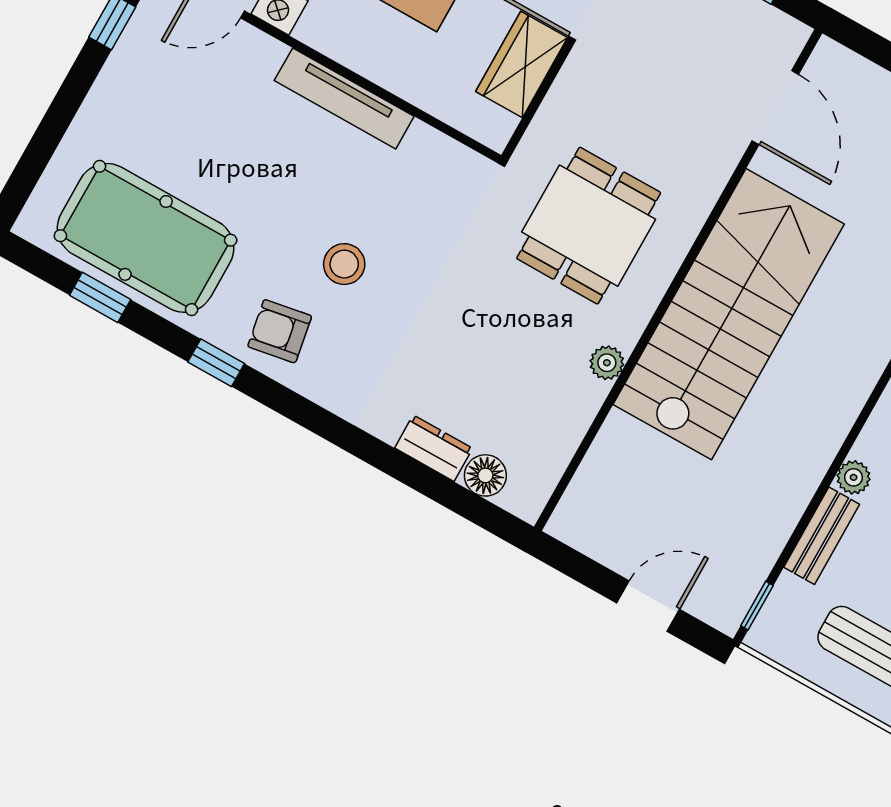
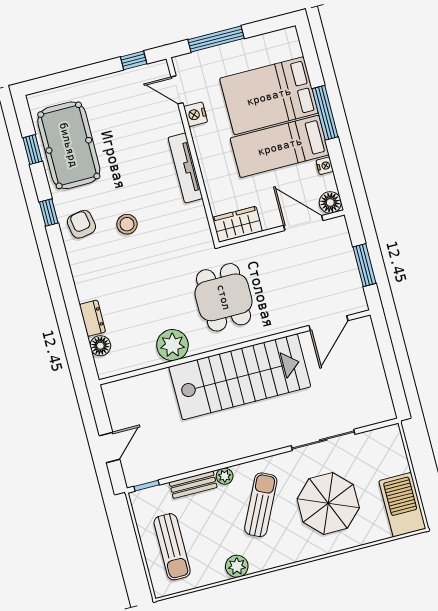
wardrobe: (522, 64) -> (237, 224), moved
dining table: (589, 226) -> (224, 297), turned 90
plant: (607, 363) -> (172, 345), width x1.88, depth x1.88
door: (648, 606) -> (110, 447), hinge flipped

